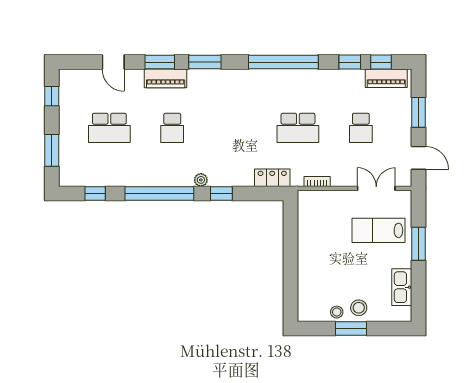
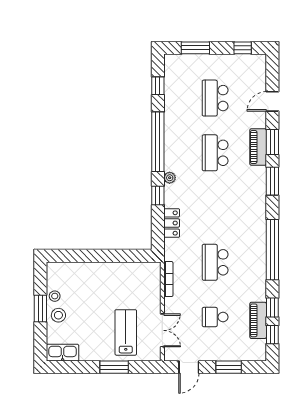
piano: (386, 78) -> (258, 320), moved
school desk: (172, 128) -> (215, 153), width x1.85
locker: (272, 178) -> (172, 223), moved
bookcase: (317, 181) -> (168, 279), width x1.56
kitchen sink: (402, 287) -> (63, 353), moved

